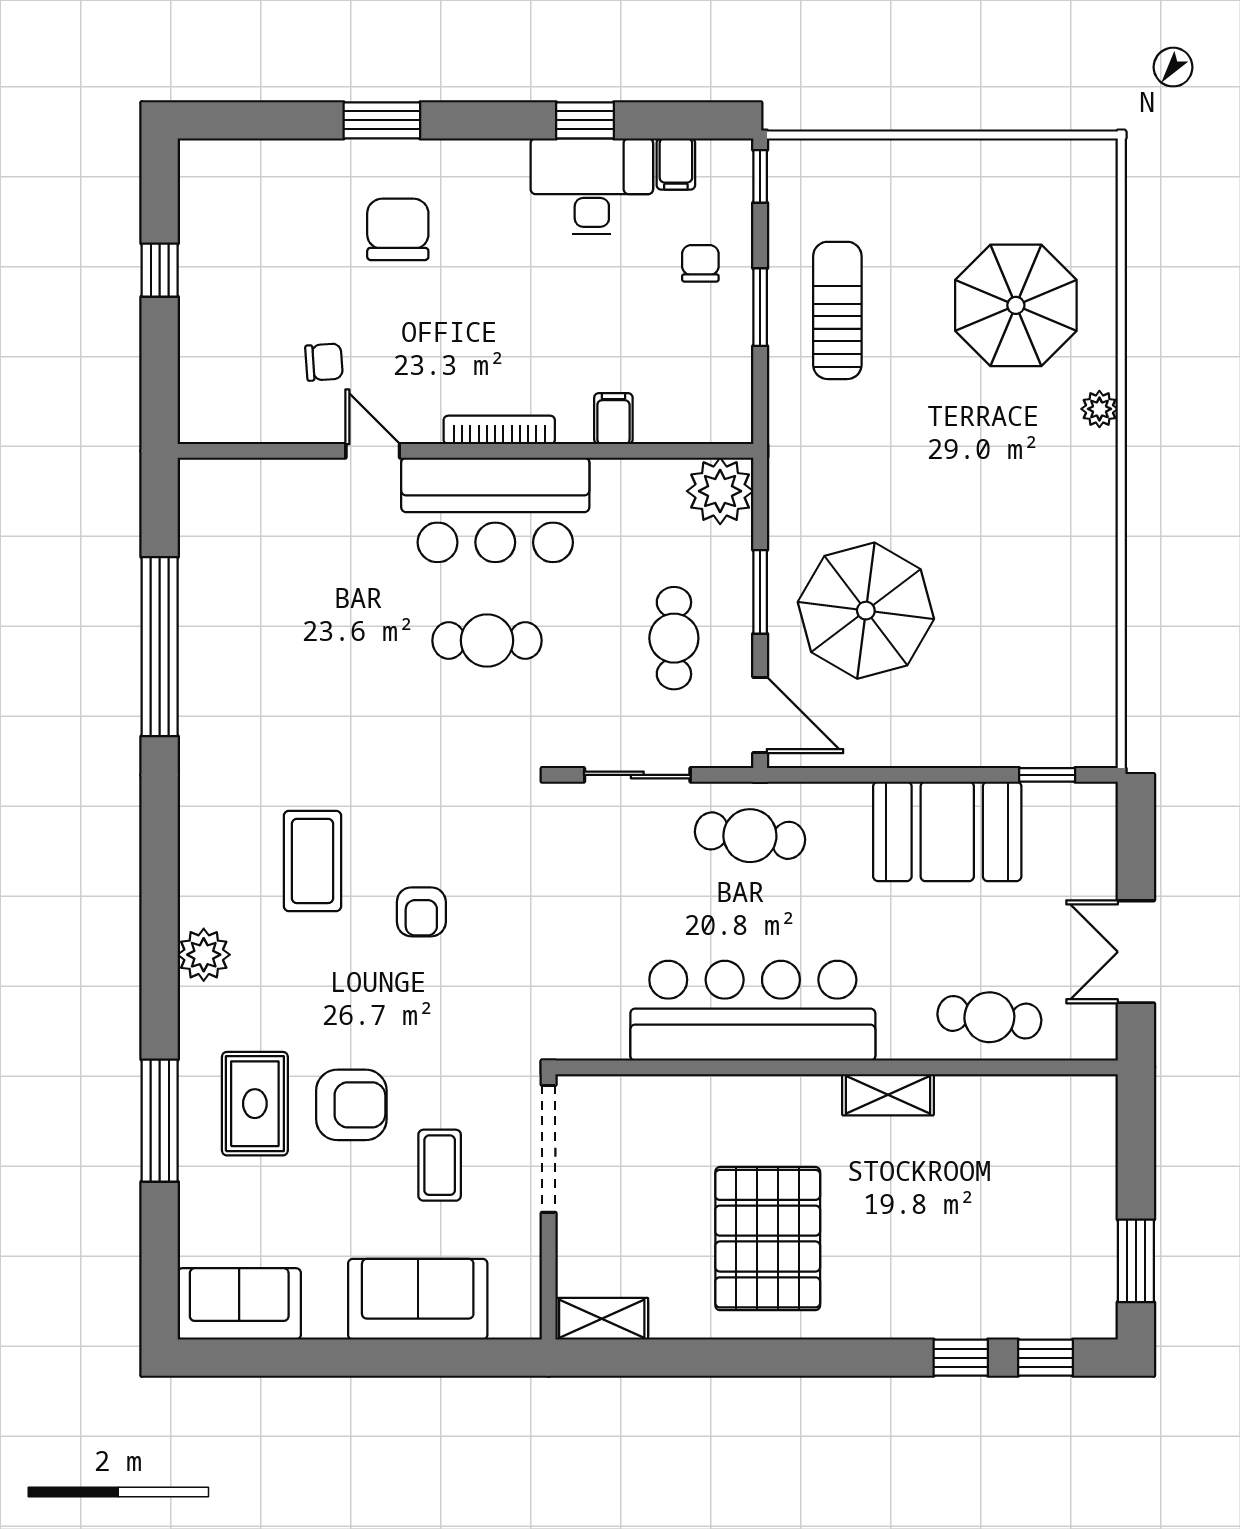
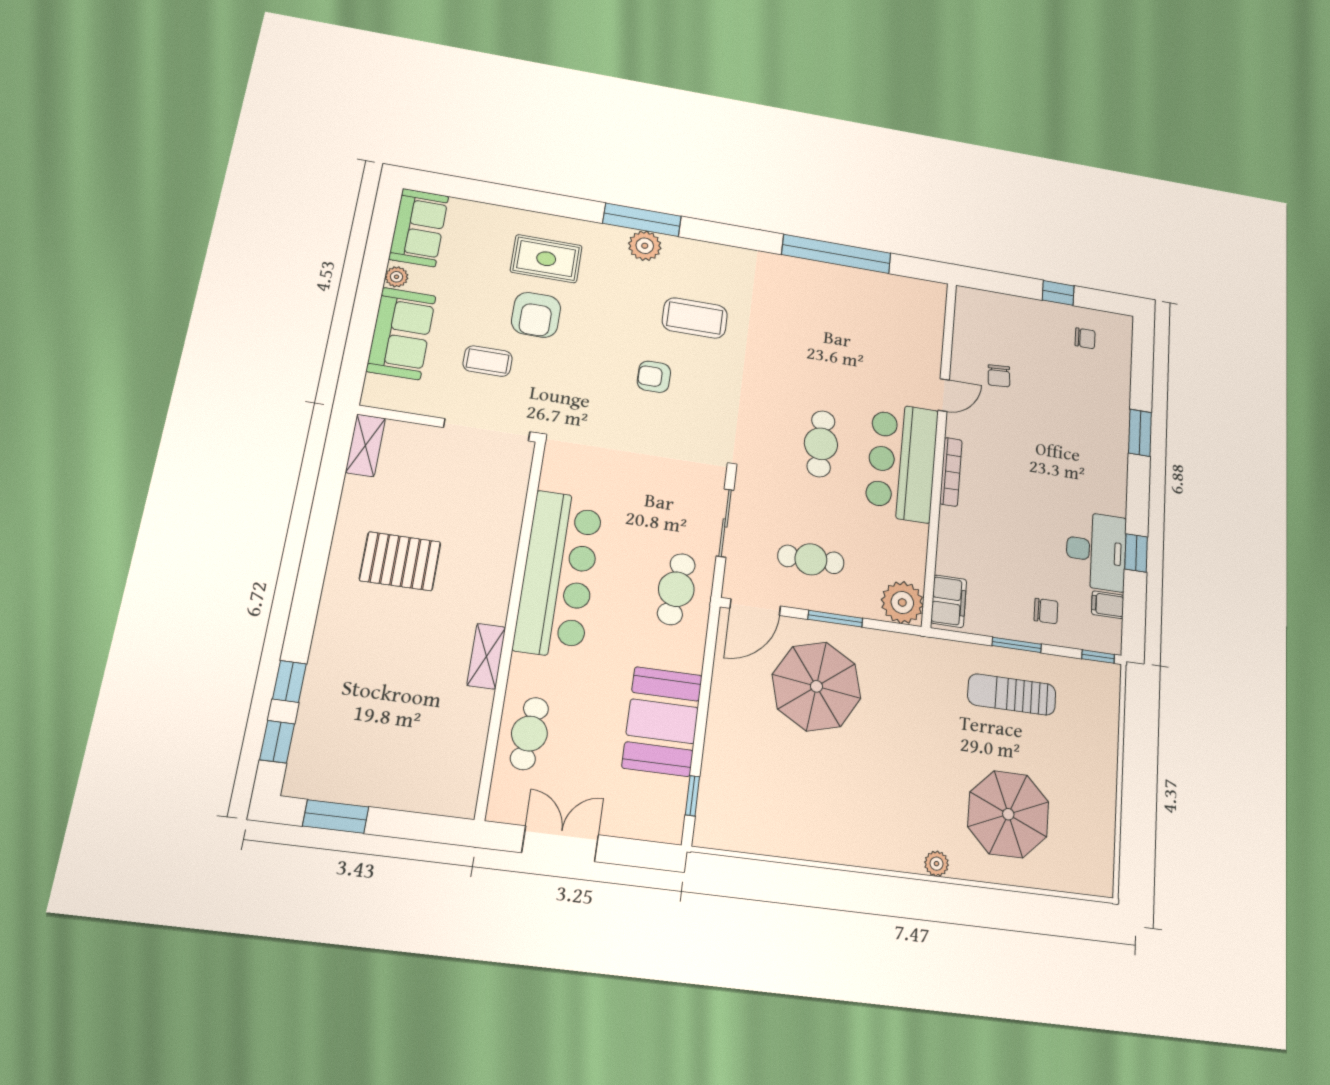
chair: (398, 229) -> (1085, 338), moved, width x0.54, depth x0.54
sun lounger: (837, 310) -> (1012, 694), turned 180
filing cabinet: (613, 419) -> (949, 601), moved, width x2.00
window: (160, 1121) -> (642, 220), moved
pallet: (768, 1239) -> (400, 561), width x0.73, depth x0.71
plant: (327, 1322) -> (397, 277), added

